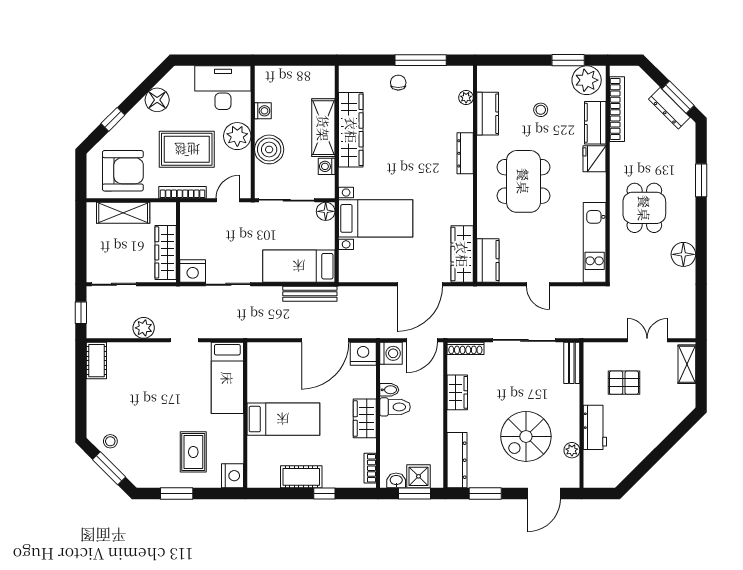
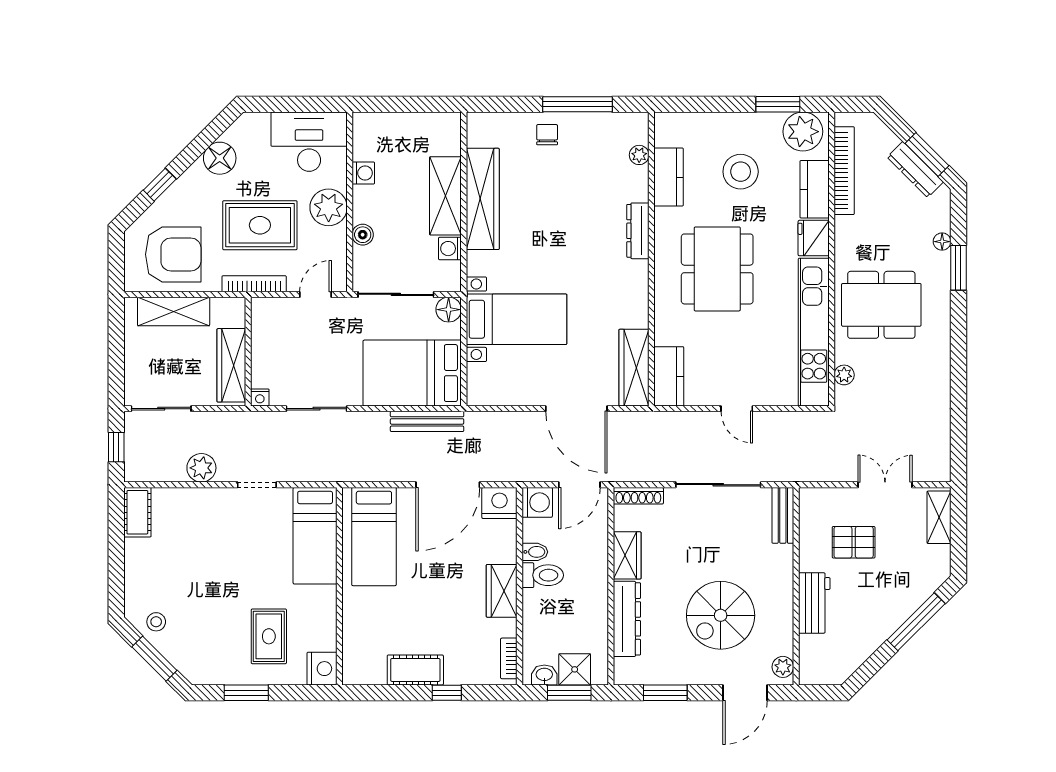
stool: (541, 110) -> (741, 172), width x1.89, depth x1.89
boiler: (269, 149) -> (363, 235), width x0.54, depth x0.54
dining table: (644, 208) -> (881, 305), width x1.38
kitchen unit: (595, 242) -> (814, 332), width x1.36
floor lamp: (683, 254) -> (942, 242), moved, width x0.53, depth x0.53
plant: (617, 259) -> (844, 375), added
bed: (299, 266) -> (412, 373), width x1.50
nightstand: (193, 271) -> (260, 397), width x0.53, depth x0.56
door: (420, 284) -> (576, 409), hinge flipped
bed: (283, 419) -> (374, 537), moved, turned 90
window: (670, 441) -> (916, 622), added
plant: (572, 450) -> (783, 667), moved
dresser: (457, 460) -> (627, 619), moved

